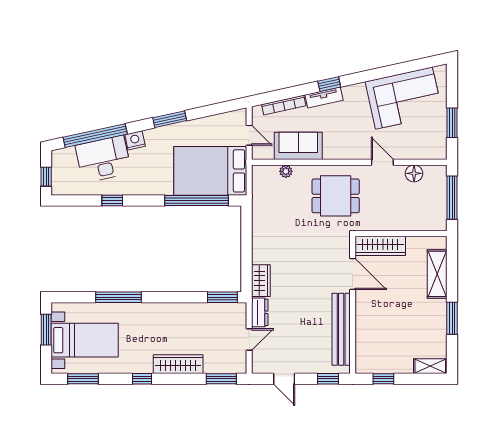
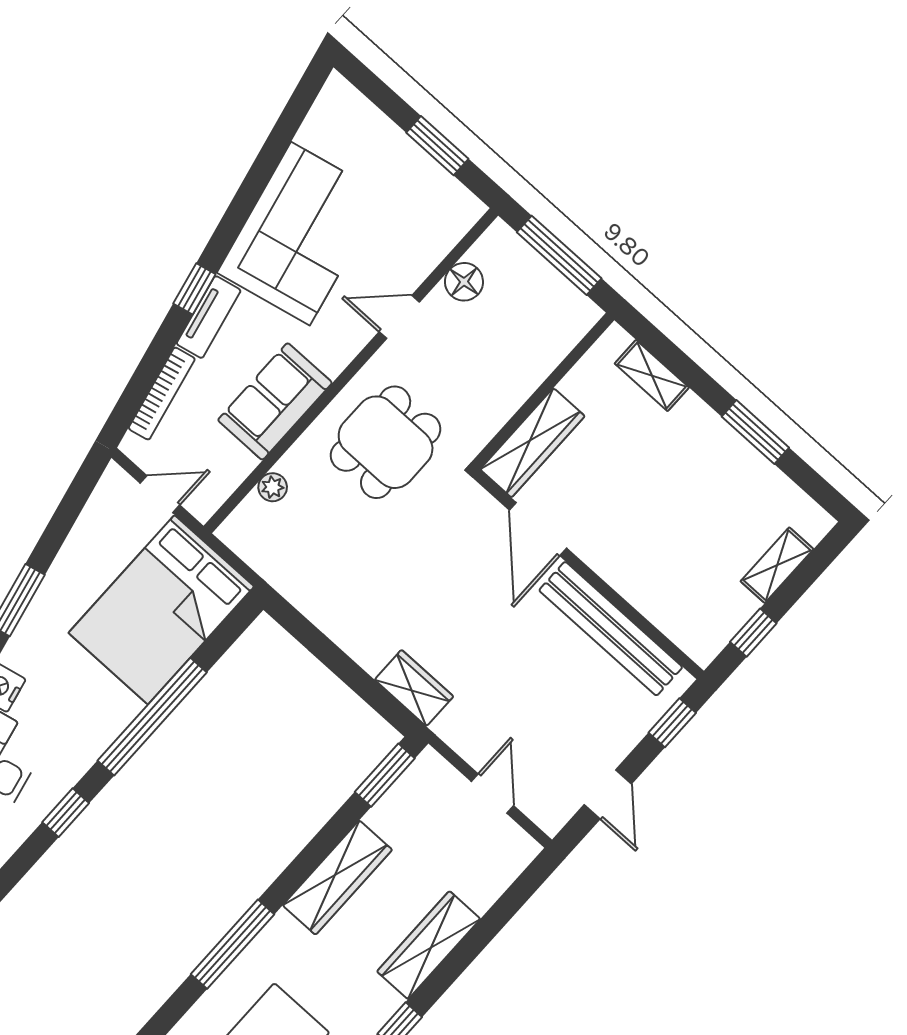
corner sofa: (404, 98) -> (300, 234), moved
sofa: (298, 146) -> (275, 401), moved
window: (196, 200) -> (152, 717), moved
door: (353, 274) -> (538, 529), swing flipped
shelving: (437, 274) -> (652, 375), width x0.67, depth x0.75
dresser: (260, 312) -> (464, 736), removed
wardrobe: (173, 313) -> (337, 878), added
shelving: (430, 366) -> (777, 565), moved
window: (221, 379) -> (516, 896), removed
door: (284, 379) -> (608, 794), hinge flipped

